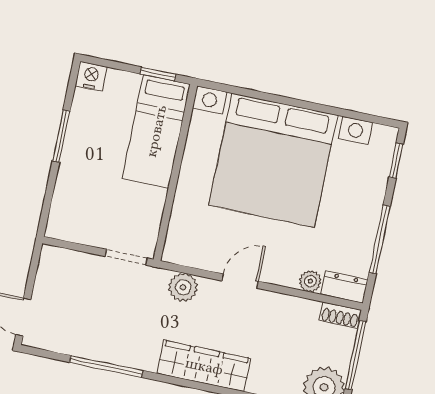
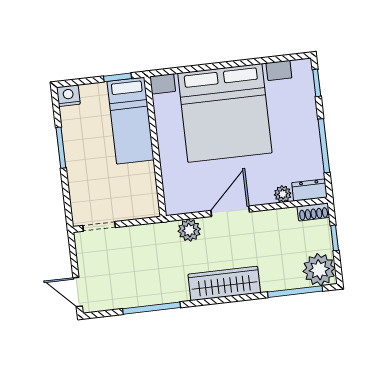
doorway: (126, 257) -> (99, 226), moved
door: (240, 281) -> (230, 211), width x1.38
window: (355, 355) -> (335, 238), width x0.46

